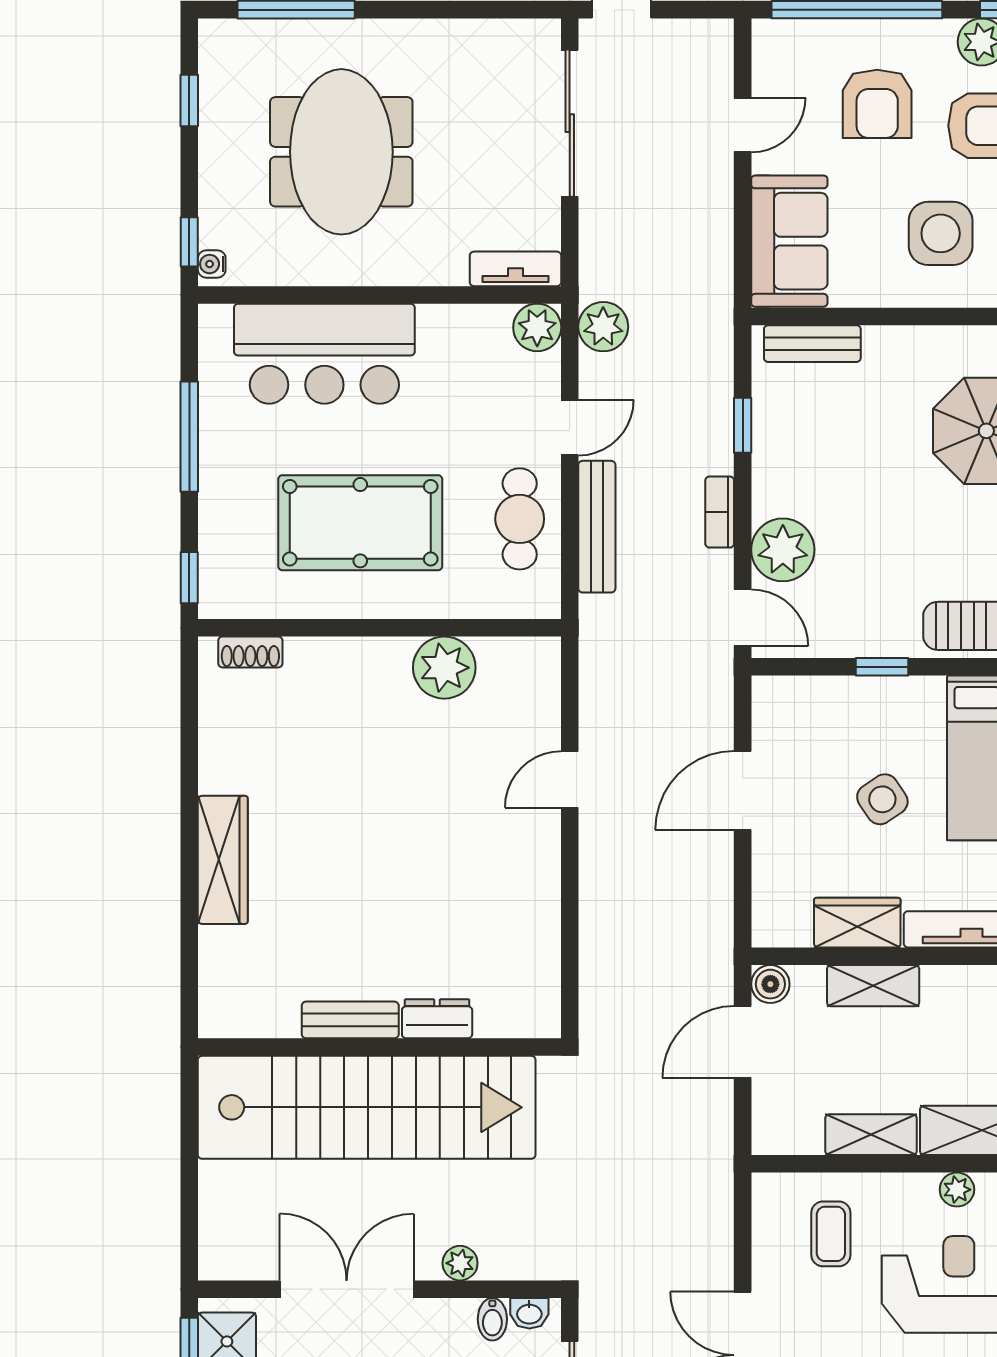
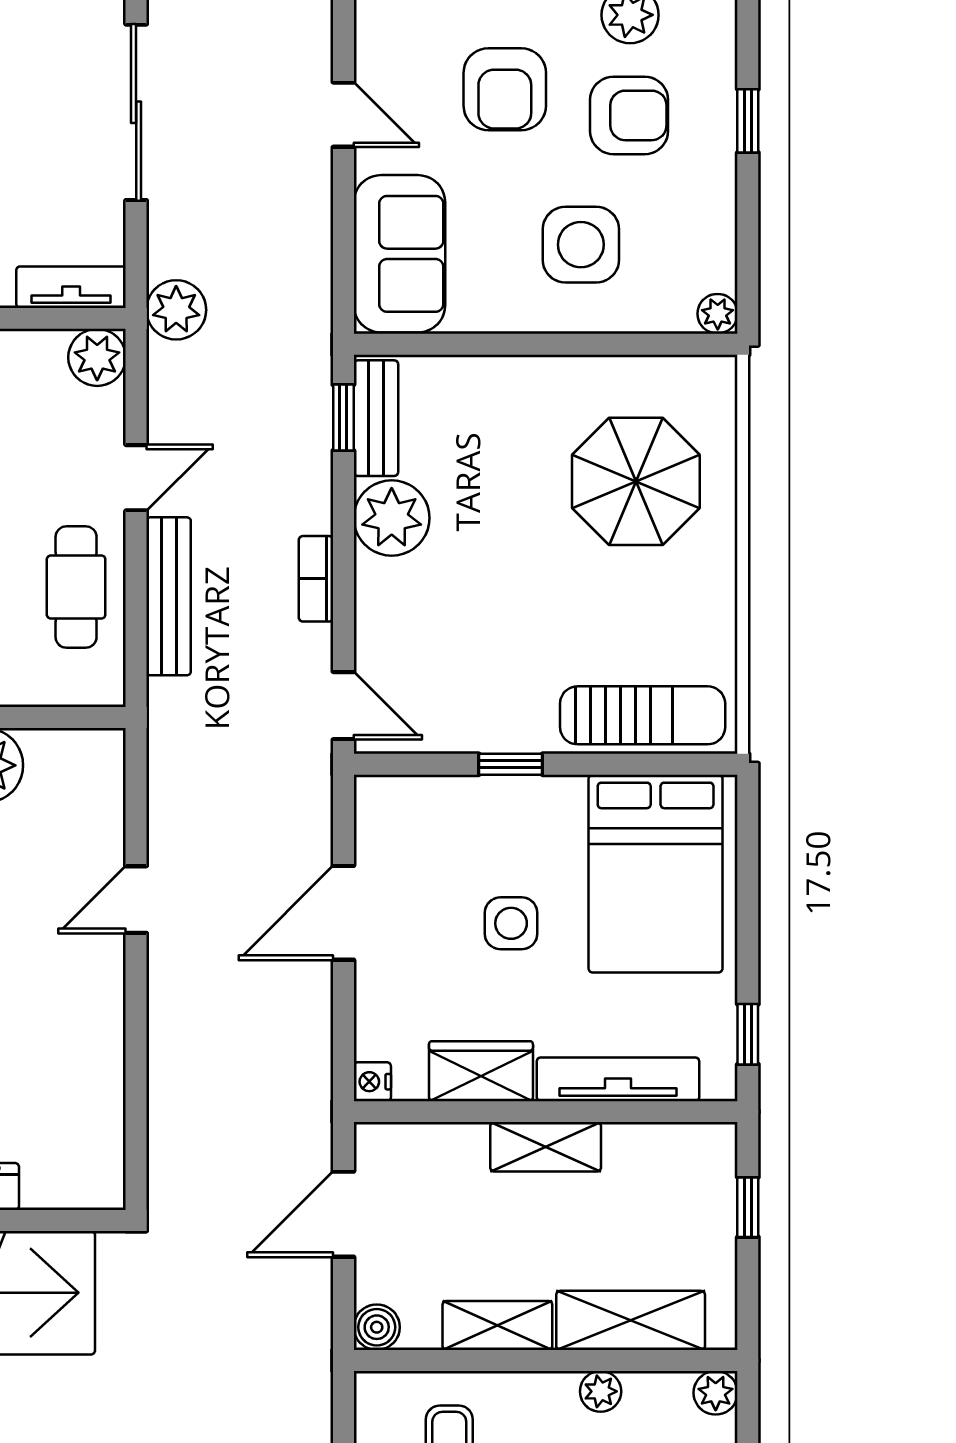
door: (743, 125) -> (343, 115), hinge flipped
plant: (603, 327) -> (176, 310), moved
bench: (812, 344) -> (376, 418), moved, turned 90
window: (743, 425) -> (343, 418), moved
plant: (783, 550) -> (392, 518), moved
side table: (882, 799) -> (511, 923), turned 34
nightstand: (767, 931) -> (372, 1082), added
boiler: (770, 984) -> (377, 1327), moved
shelving: (873, 986) -> (546, 1147), moved

